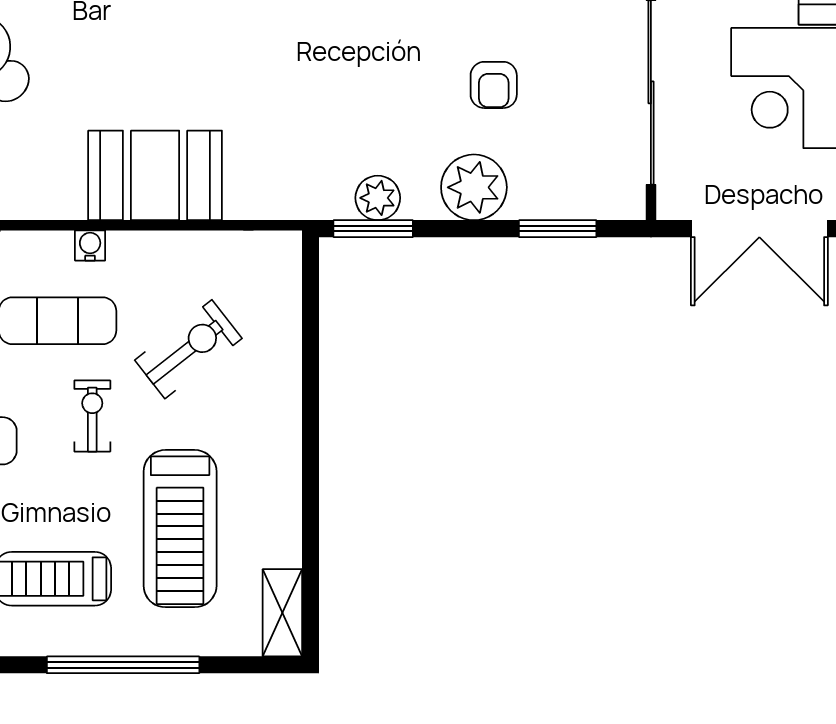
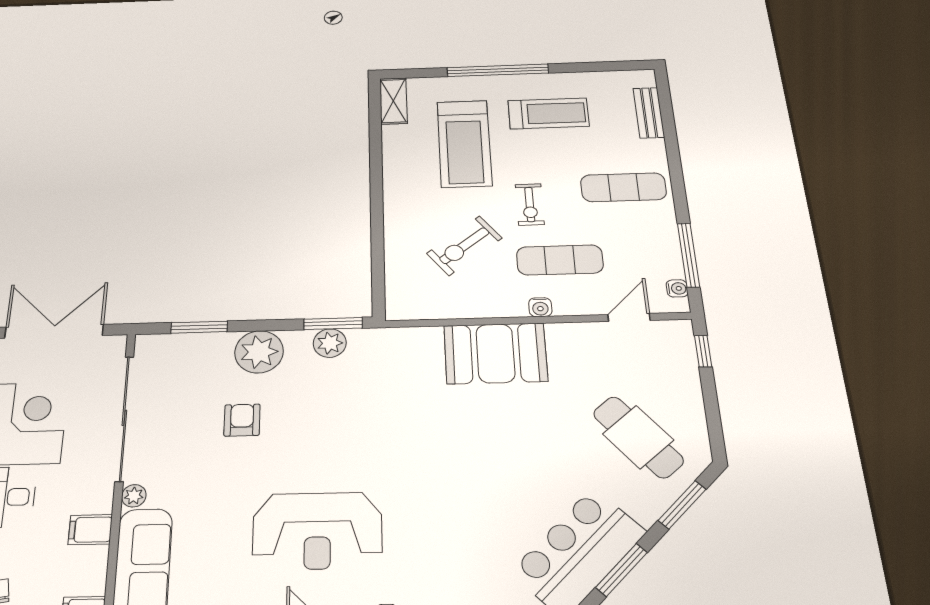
treadmill: (180, 529) -> (464, 143), turned 180

